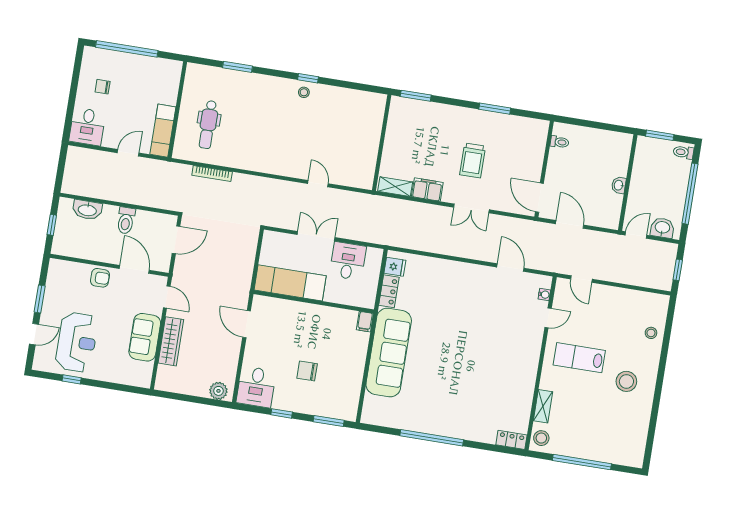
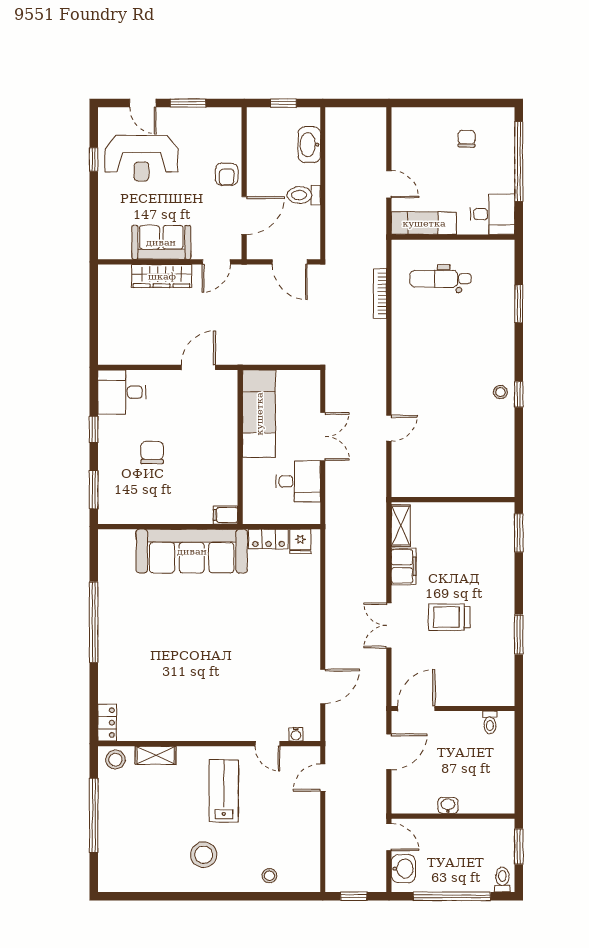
desk: (87, 127) -> (493, 214), moved, turned 180
plant: (218, 391) -> (109, 346), removed

